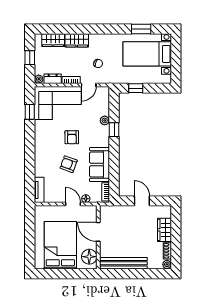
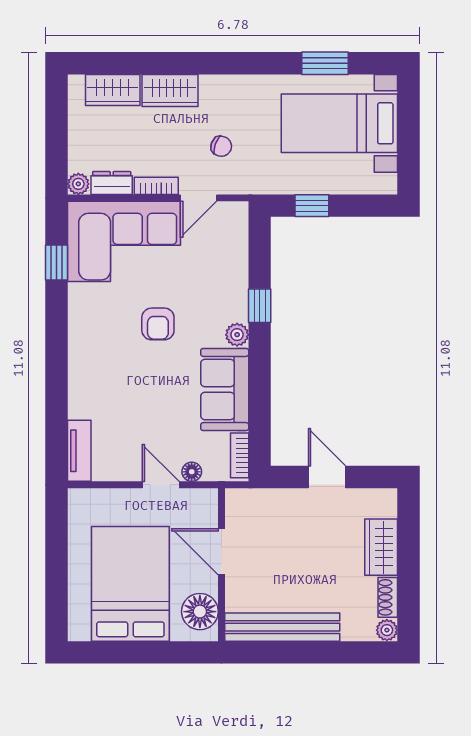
window: (30, 58) -> (57, 132), removed
plant: (105, 120) -> (237, 335), moved
armchair: (69, 164) -> (150, 389), removed

